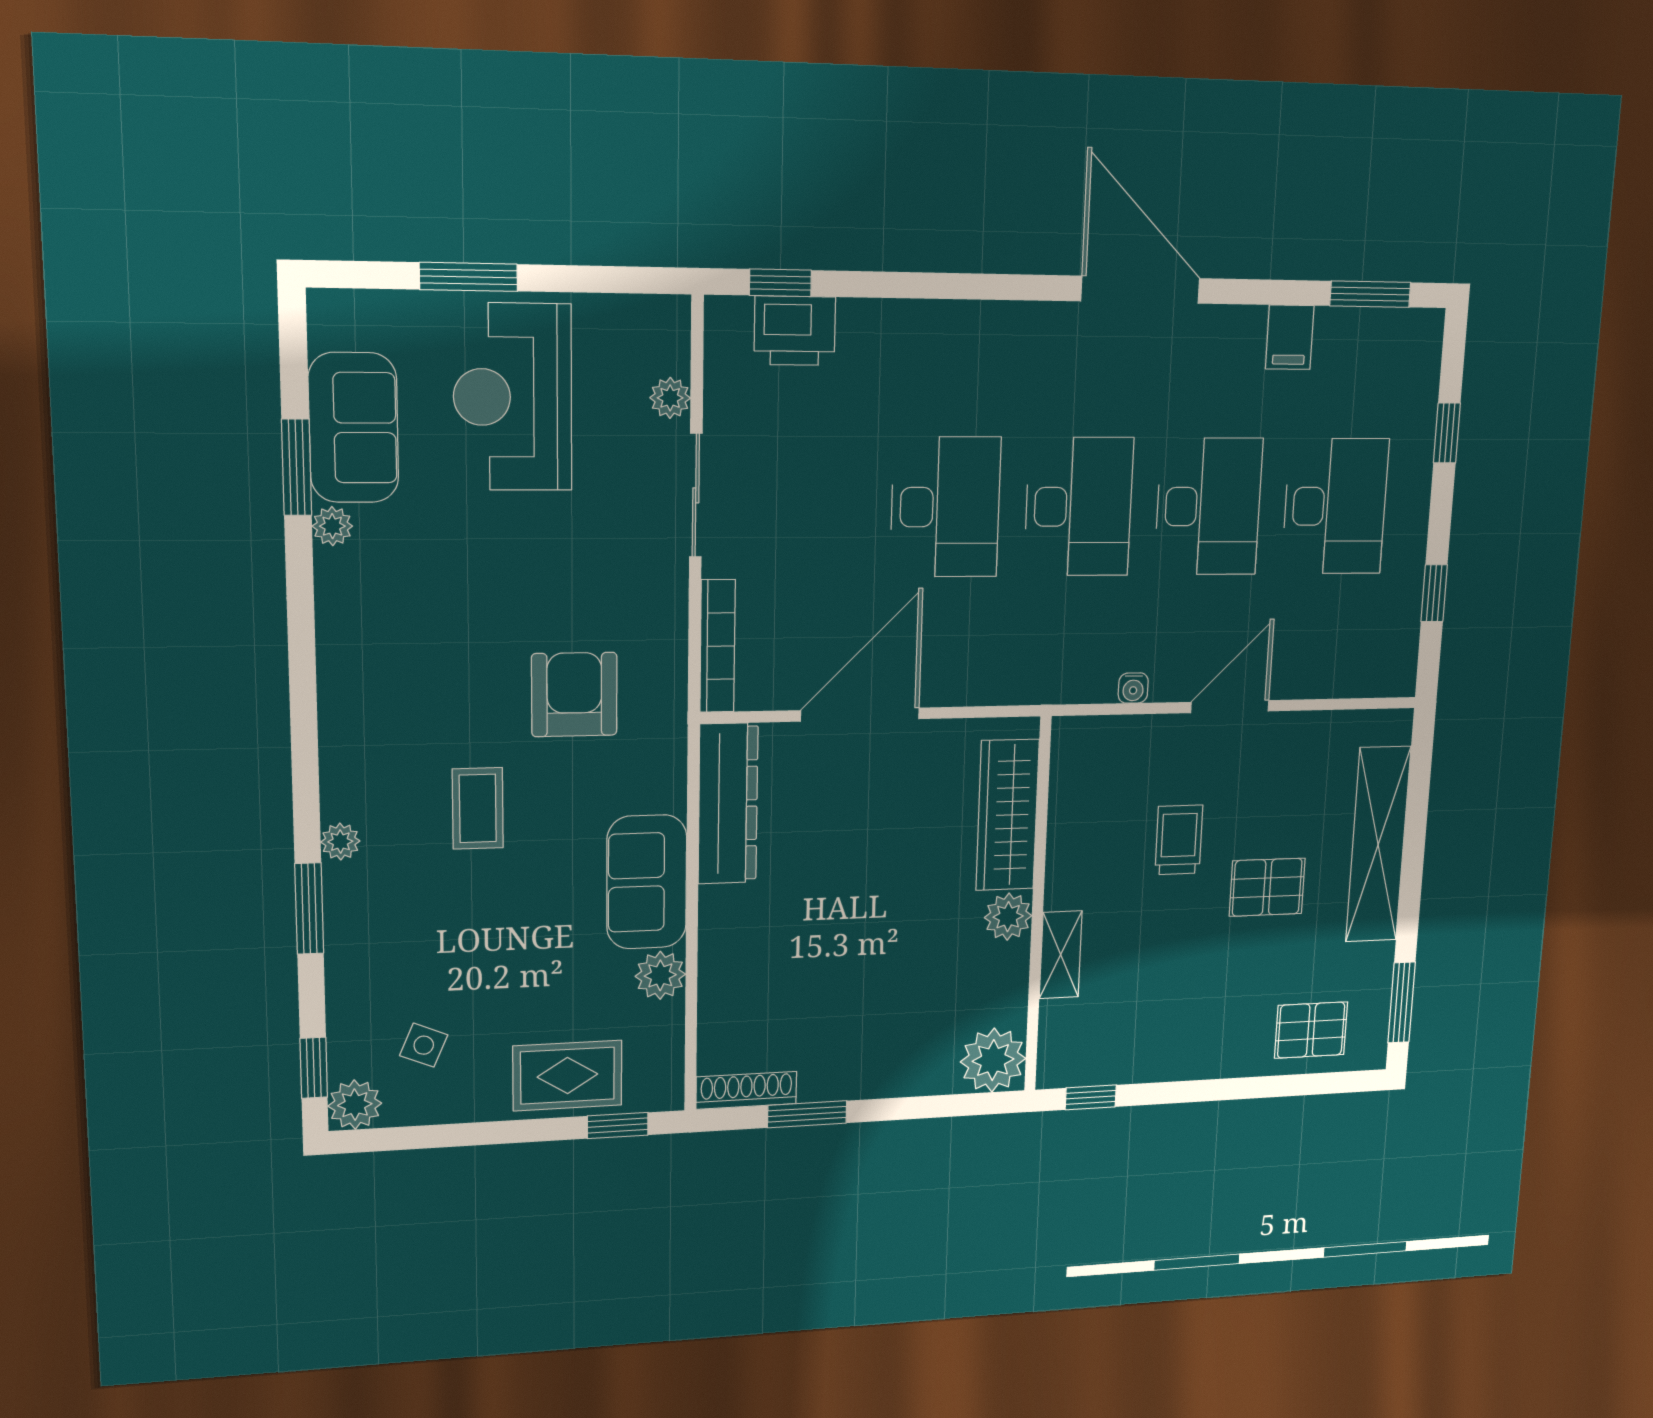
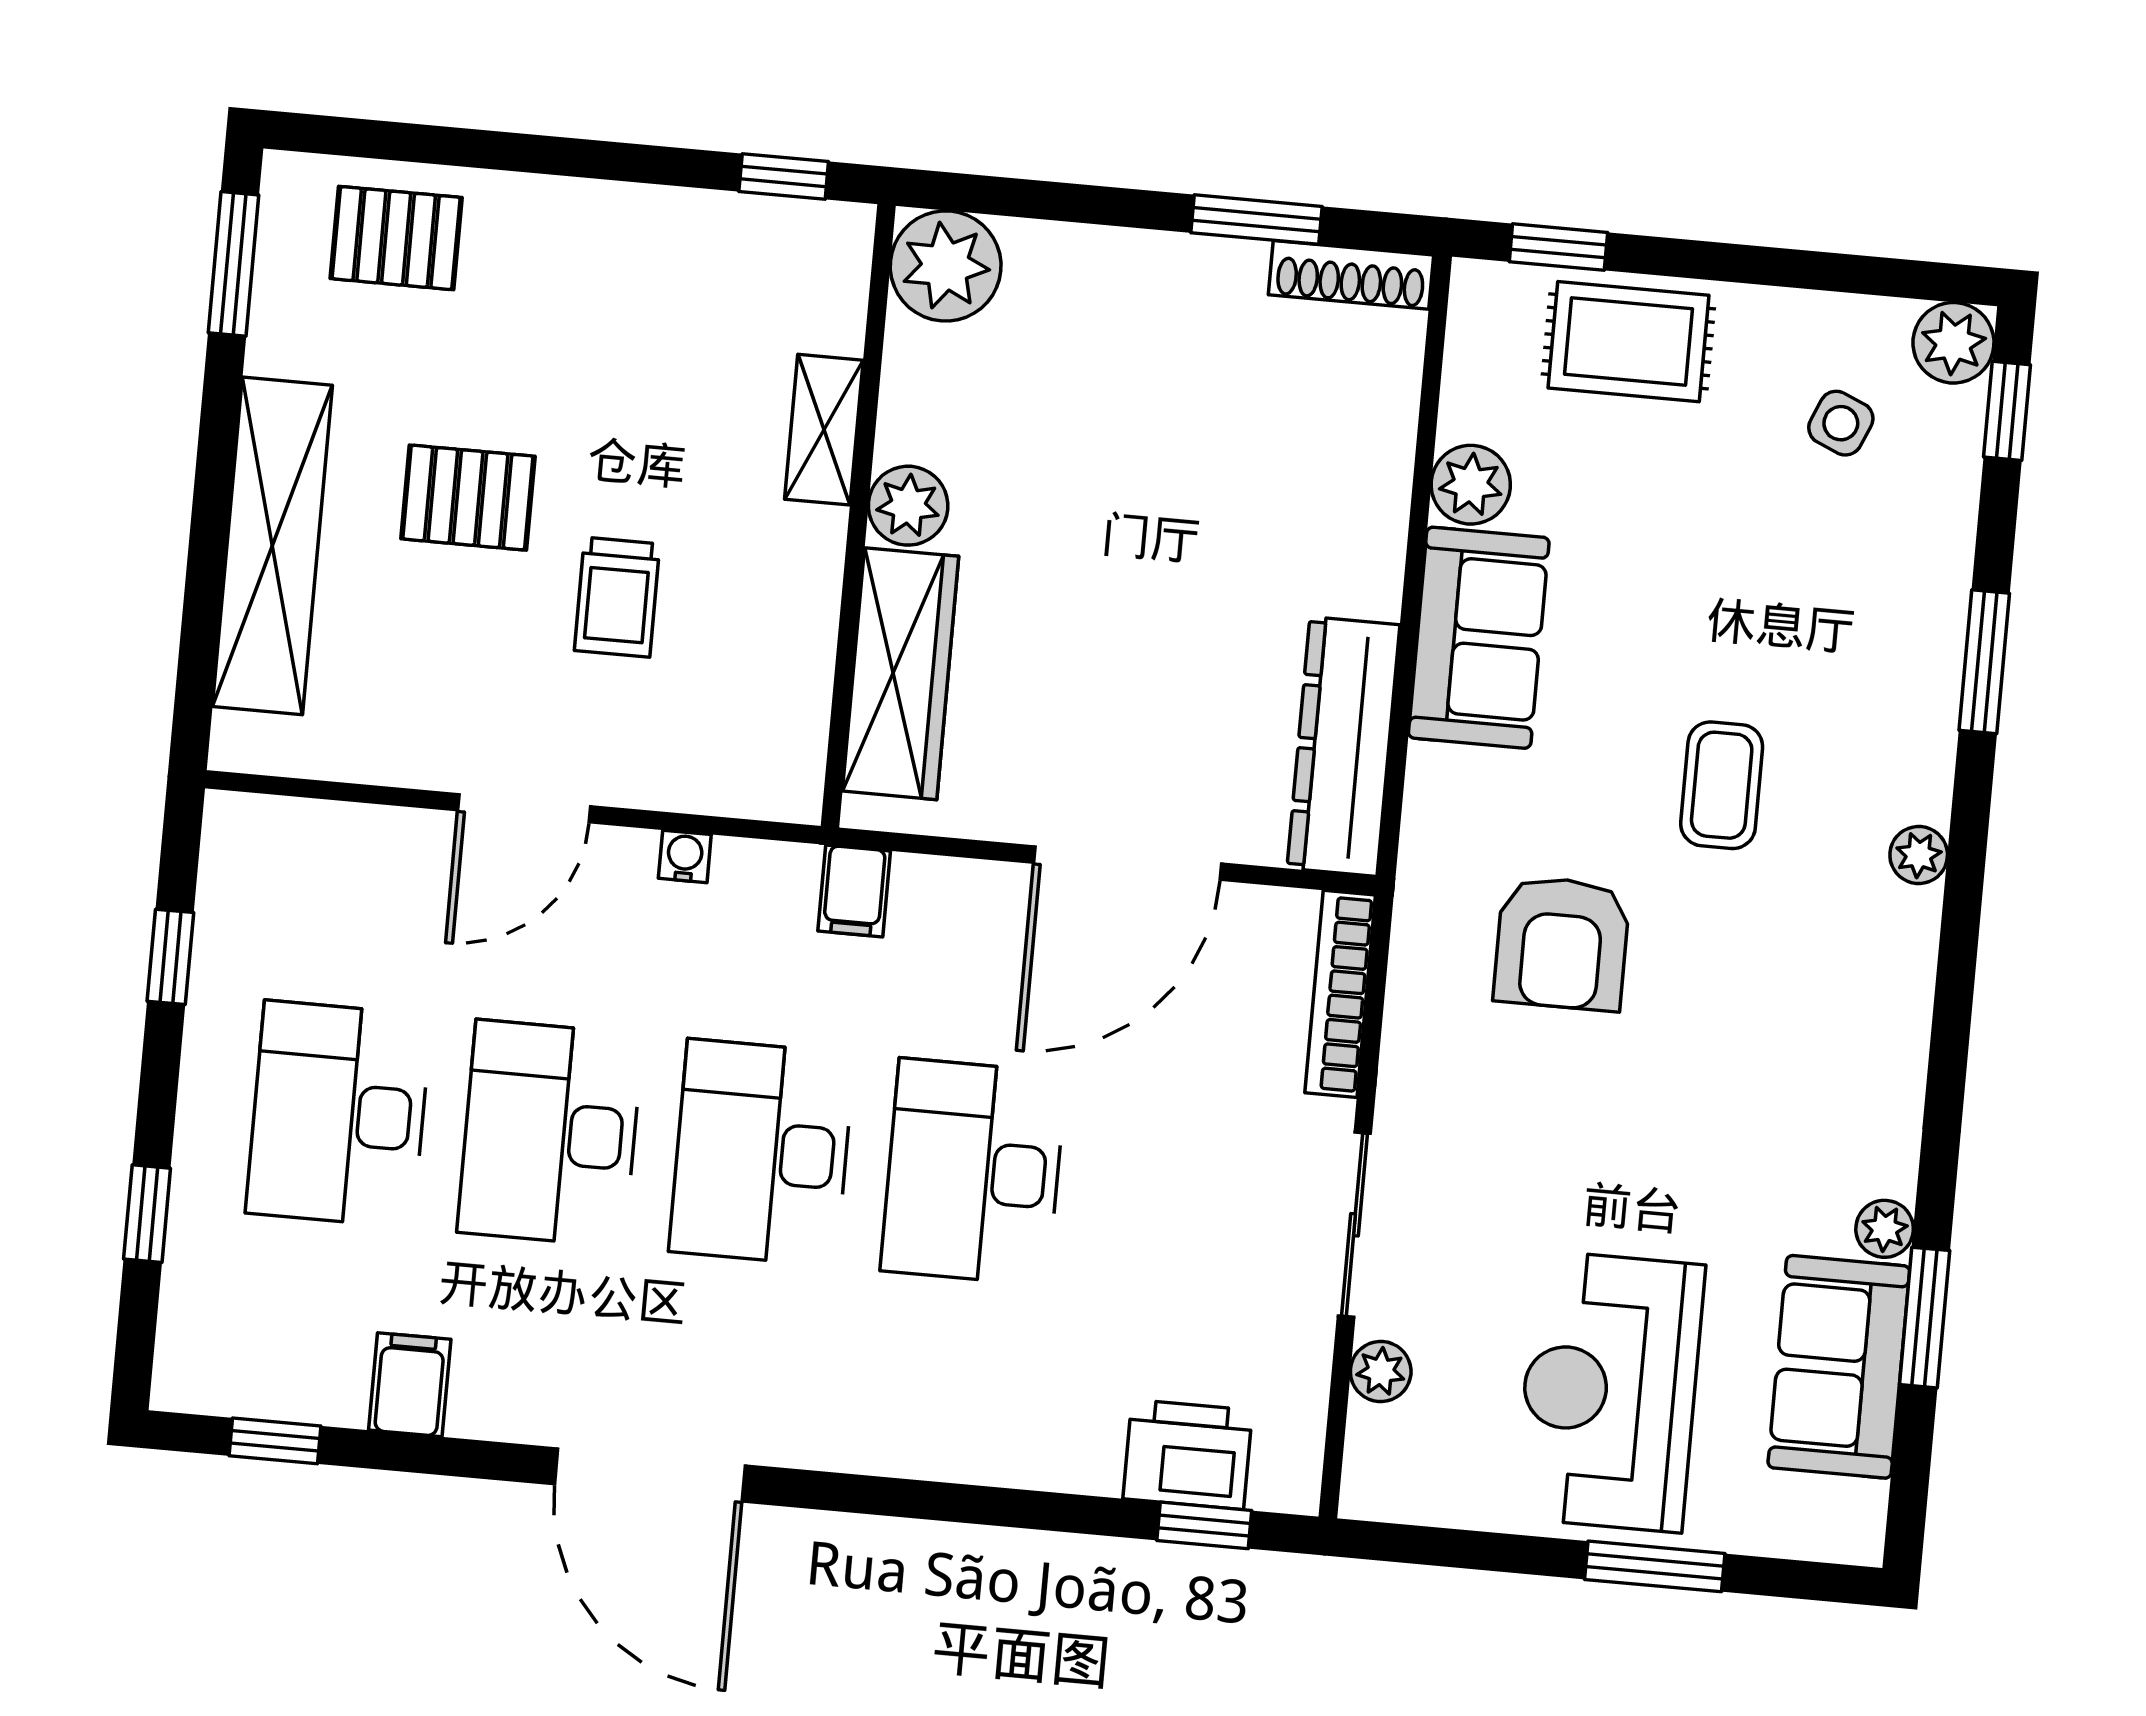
window: (1370, 294) -> (275, 1441), width x0.67
reception desk: (513, 397) -> (1609, 1391), turned 180
filing cabinet: (1029, 678) -> (854, 891), added
plant: (340, 842) -> (1919, 855), moved

